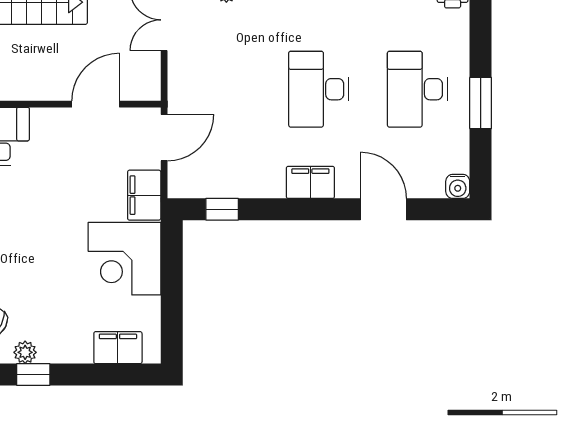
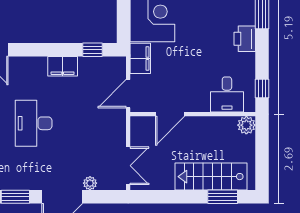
desk: (319, 89) -> (34, 123), turned 180
filing cabinet: (310, 182) -> (63, 66), moved

